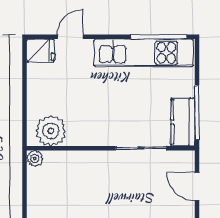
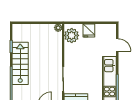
fridge: (41, 51) -> (89, 31), moved

